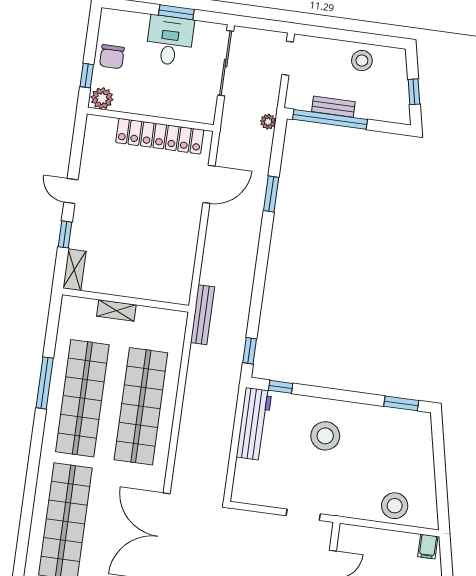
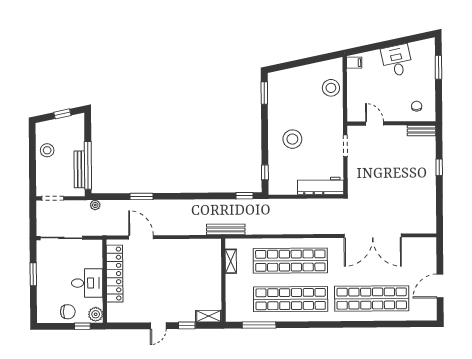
desk: (170, 41) -> (87, 283), moved, turned 180
bench: (333, 107) -> (79, 169), width x1.36
shelving: (116, 310) -> (231, 261), moved
window: (45, 383) -> (259, 325), moved
workbench: (254, 424) -> (321, 186), moved

